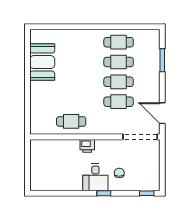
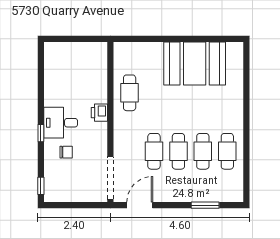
booth: (42, 62) -> (195, 64), width x1.36, depth x1.42

